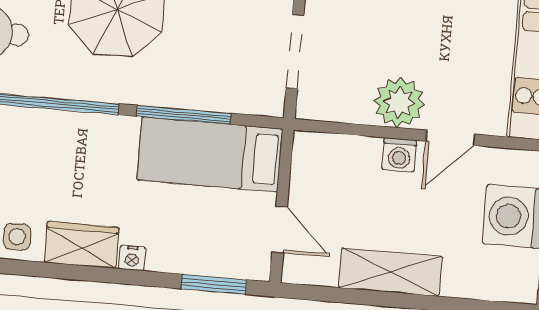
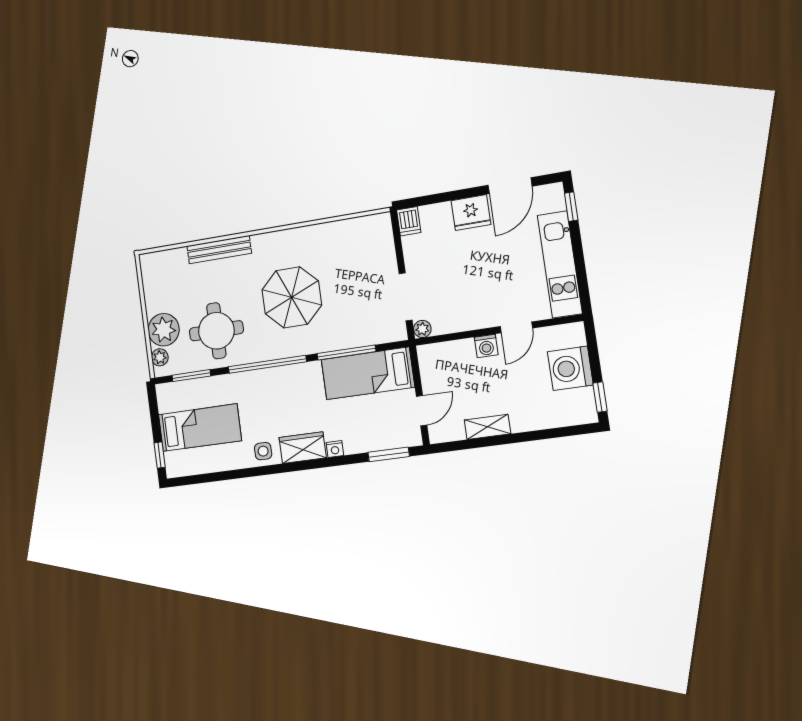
plant: (399, 102) -> (422, 329), moved, width x0.53, depth x0.53
door: (280, 229) -> (422, 411), hinge flipped
shelving: (390, 272) -> (487, 427), width x0.67, depth x0.75

